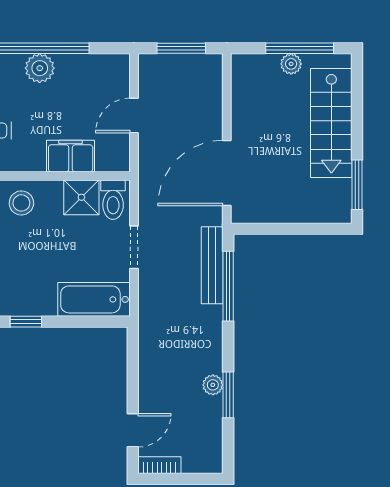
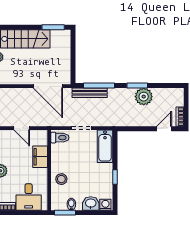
shower: (81, 197) -> (59, 152), removed
plant: (213, 385) -> (144, 97), width x1.87, depth x1.87
window: (228, 395) -> (137, 86), moved
door: (133, 430) -> (164, 129), hinge flipped

